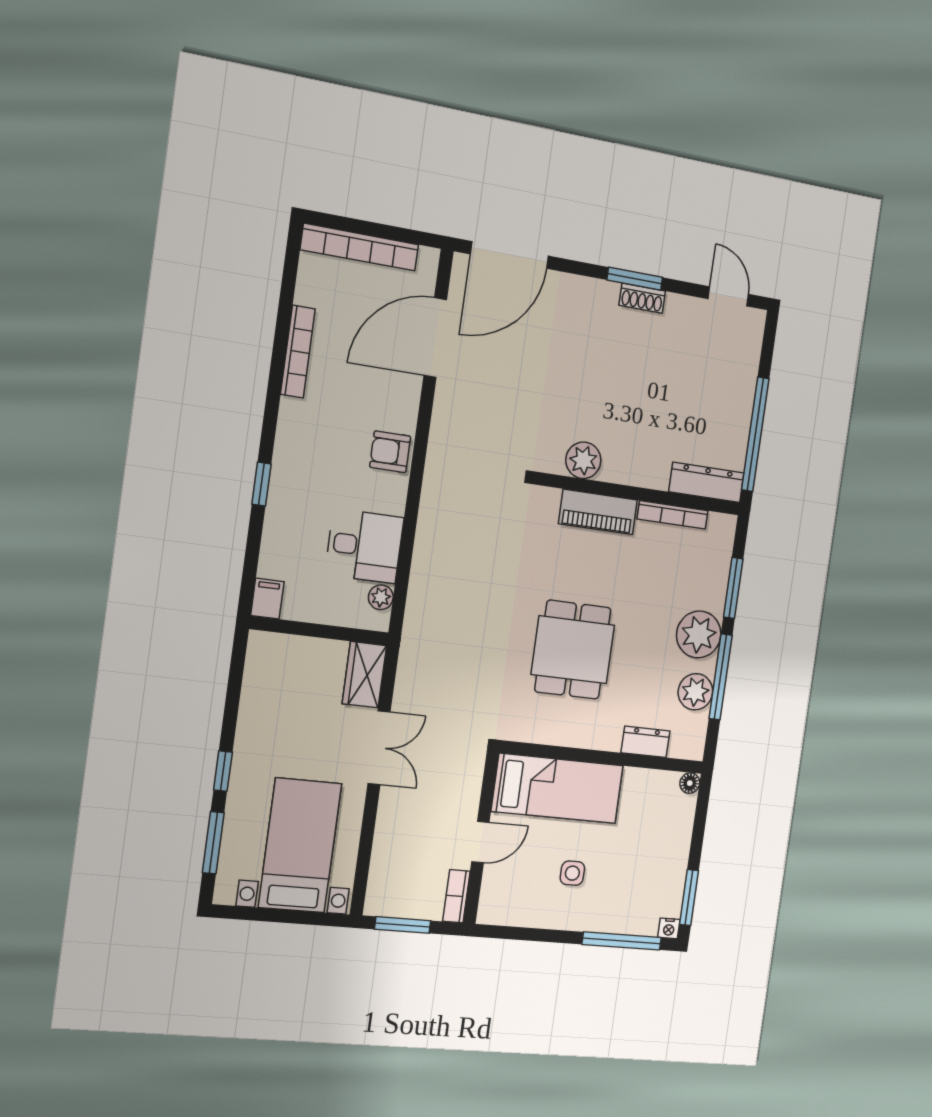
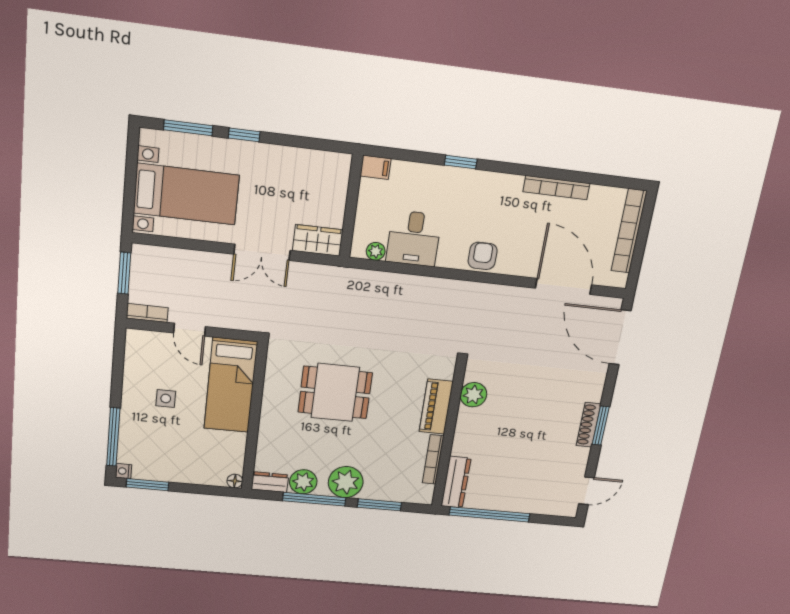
shoe rack: (642, 298) -> (588, 425), width x1.43
dresser: (645, 742) -> (270, 482), moved, turned -90

